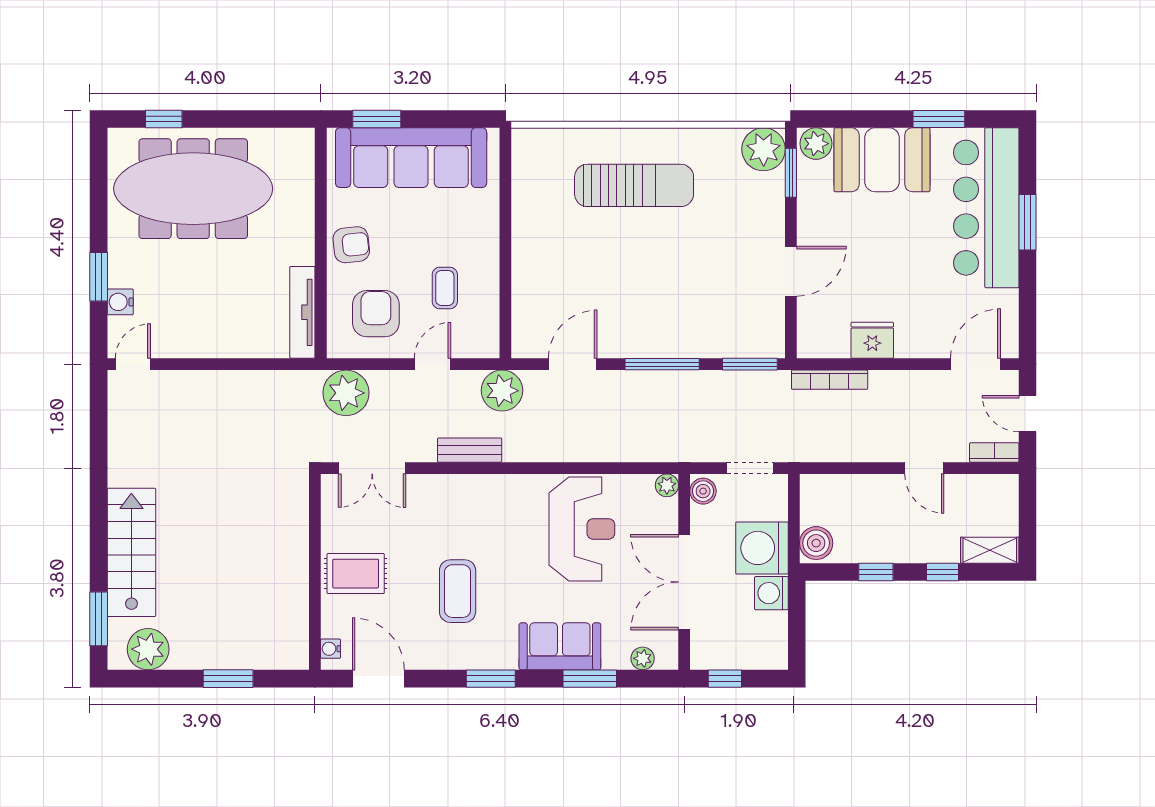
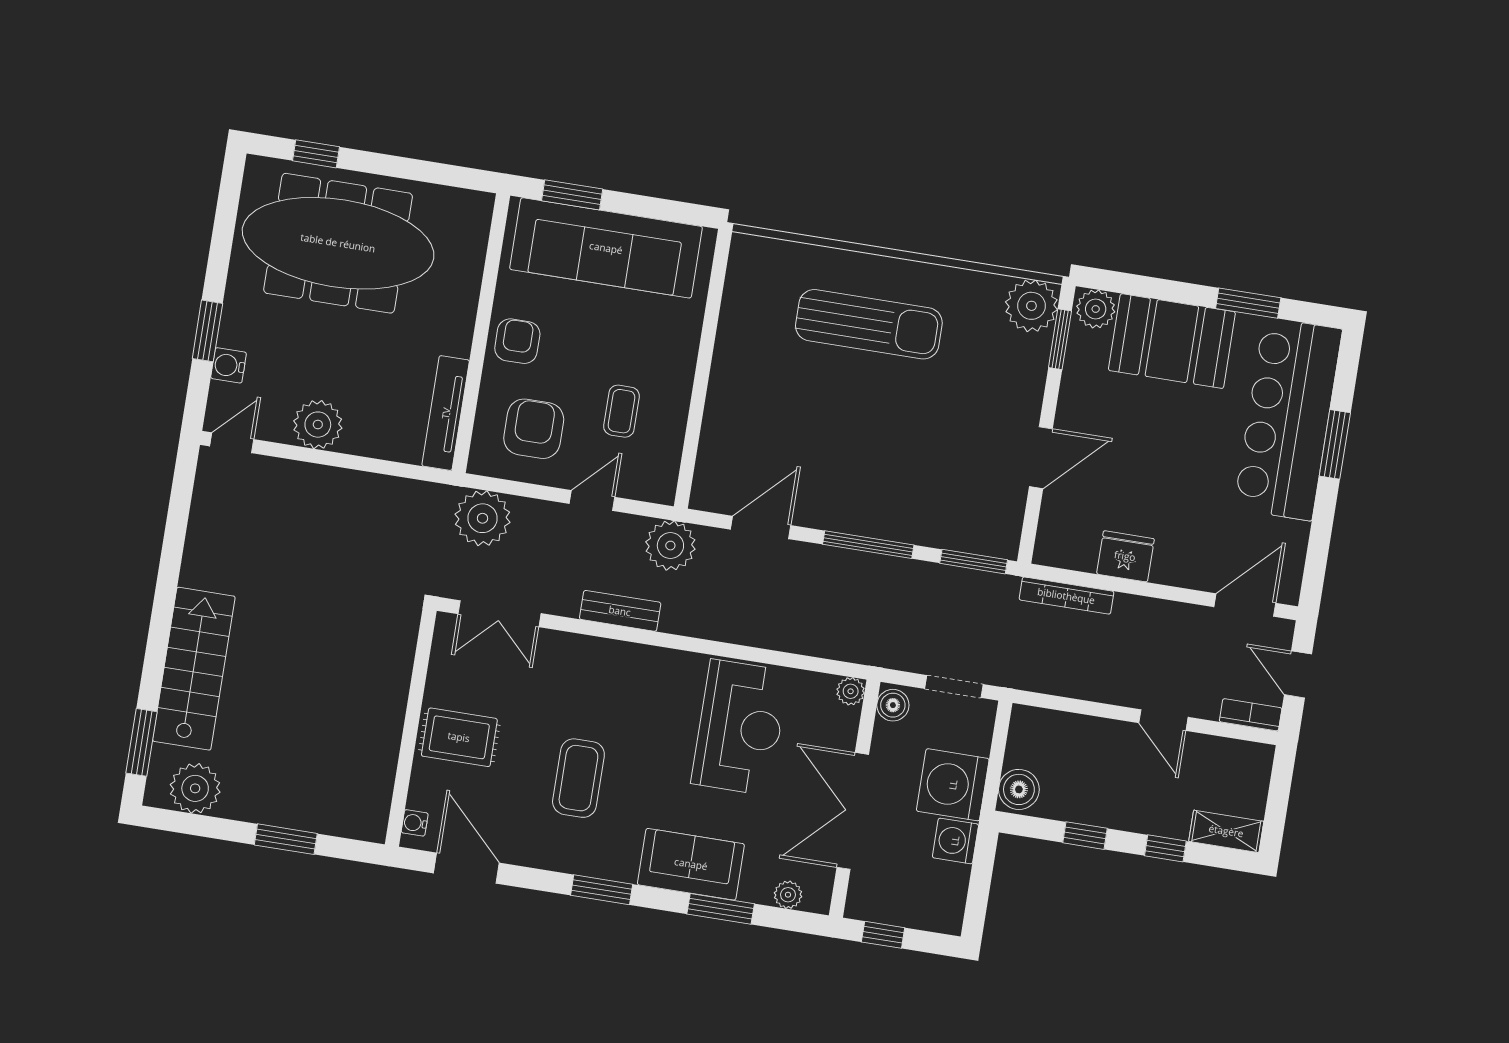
armchair: (351, 245) -> (517, 341), turned -84
plant: (200, 338) -> (318, 425), added

